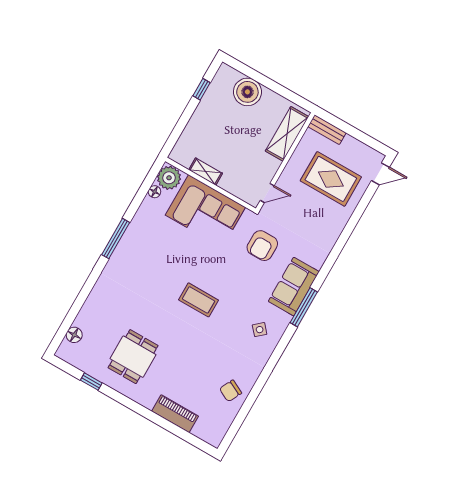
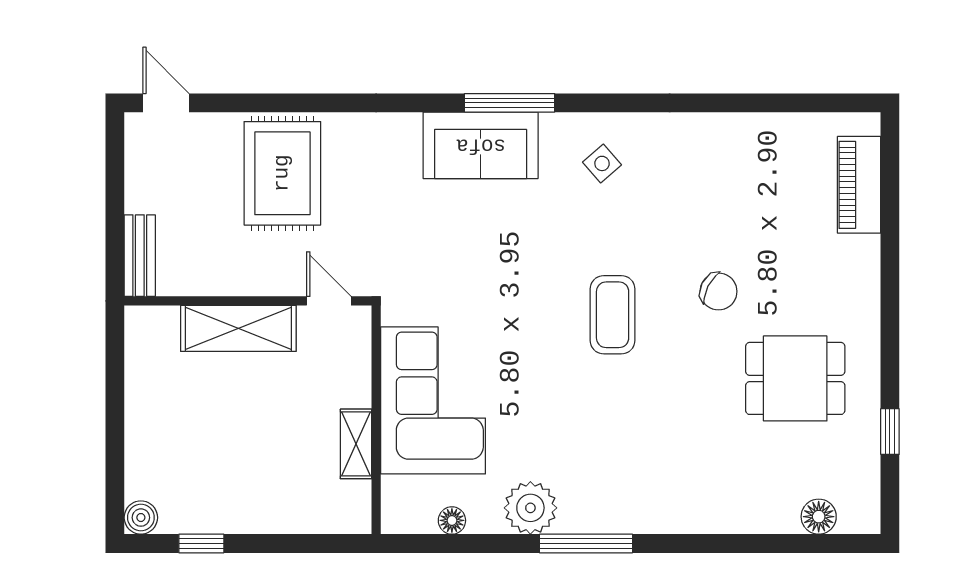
boiler: (247, 92) -> (141, 518), moved, width x0.54, depth x0.54
shelving: (287, 134) -> (238, 328), moved
plant: (169, 178) -> (530, 508), moved
rug: (331, 179) -> (282, 173), moved
armchair: (262, 246) -> (436, 252), removed
chair: (231, 391) -> (718, 291), moved
piano: (175, 414) -> (859, 185), moved

